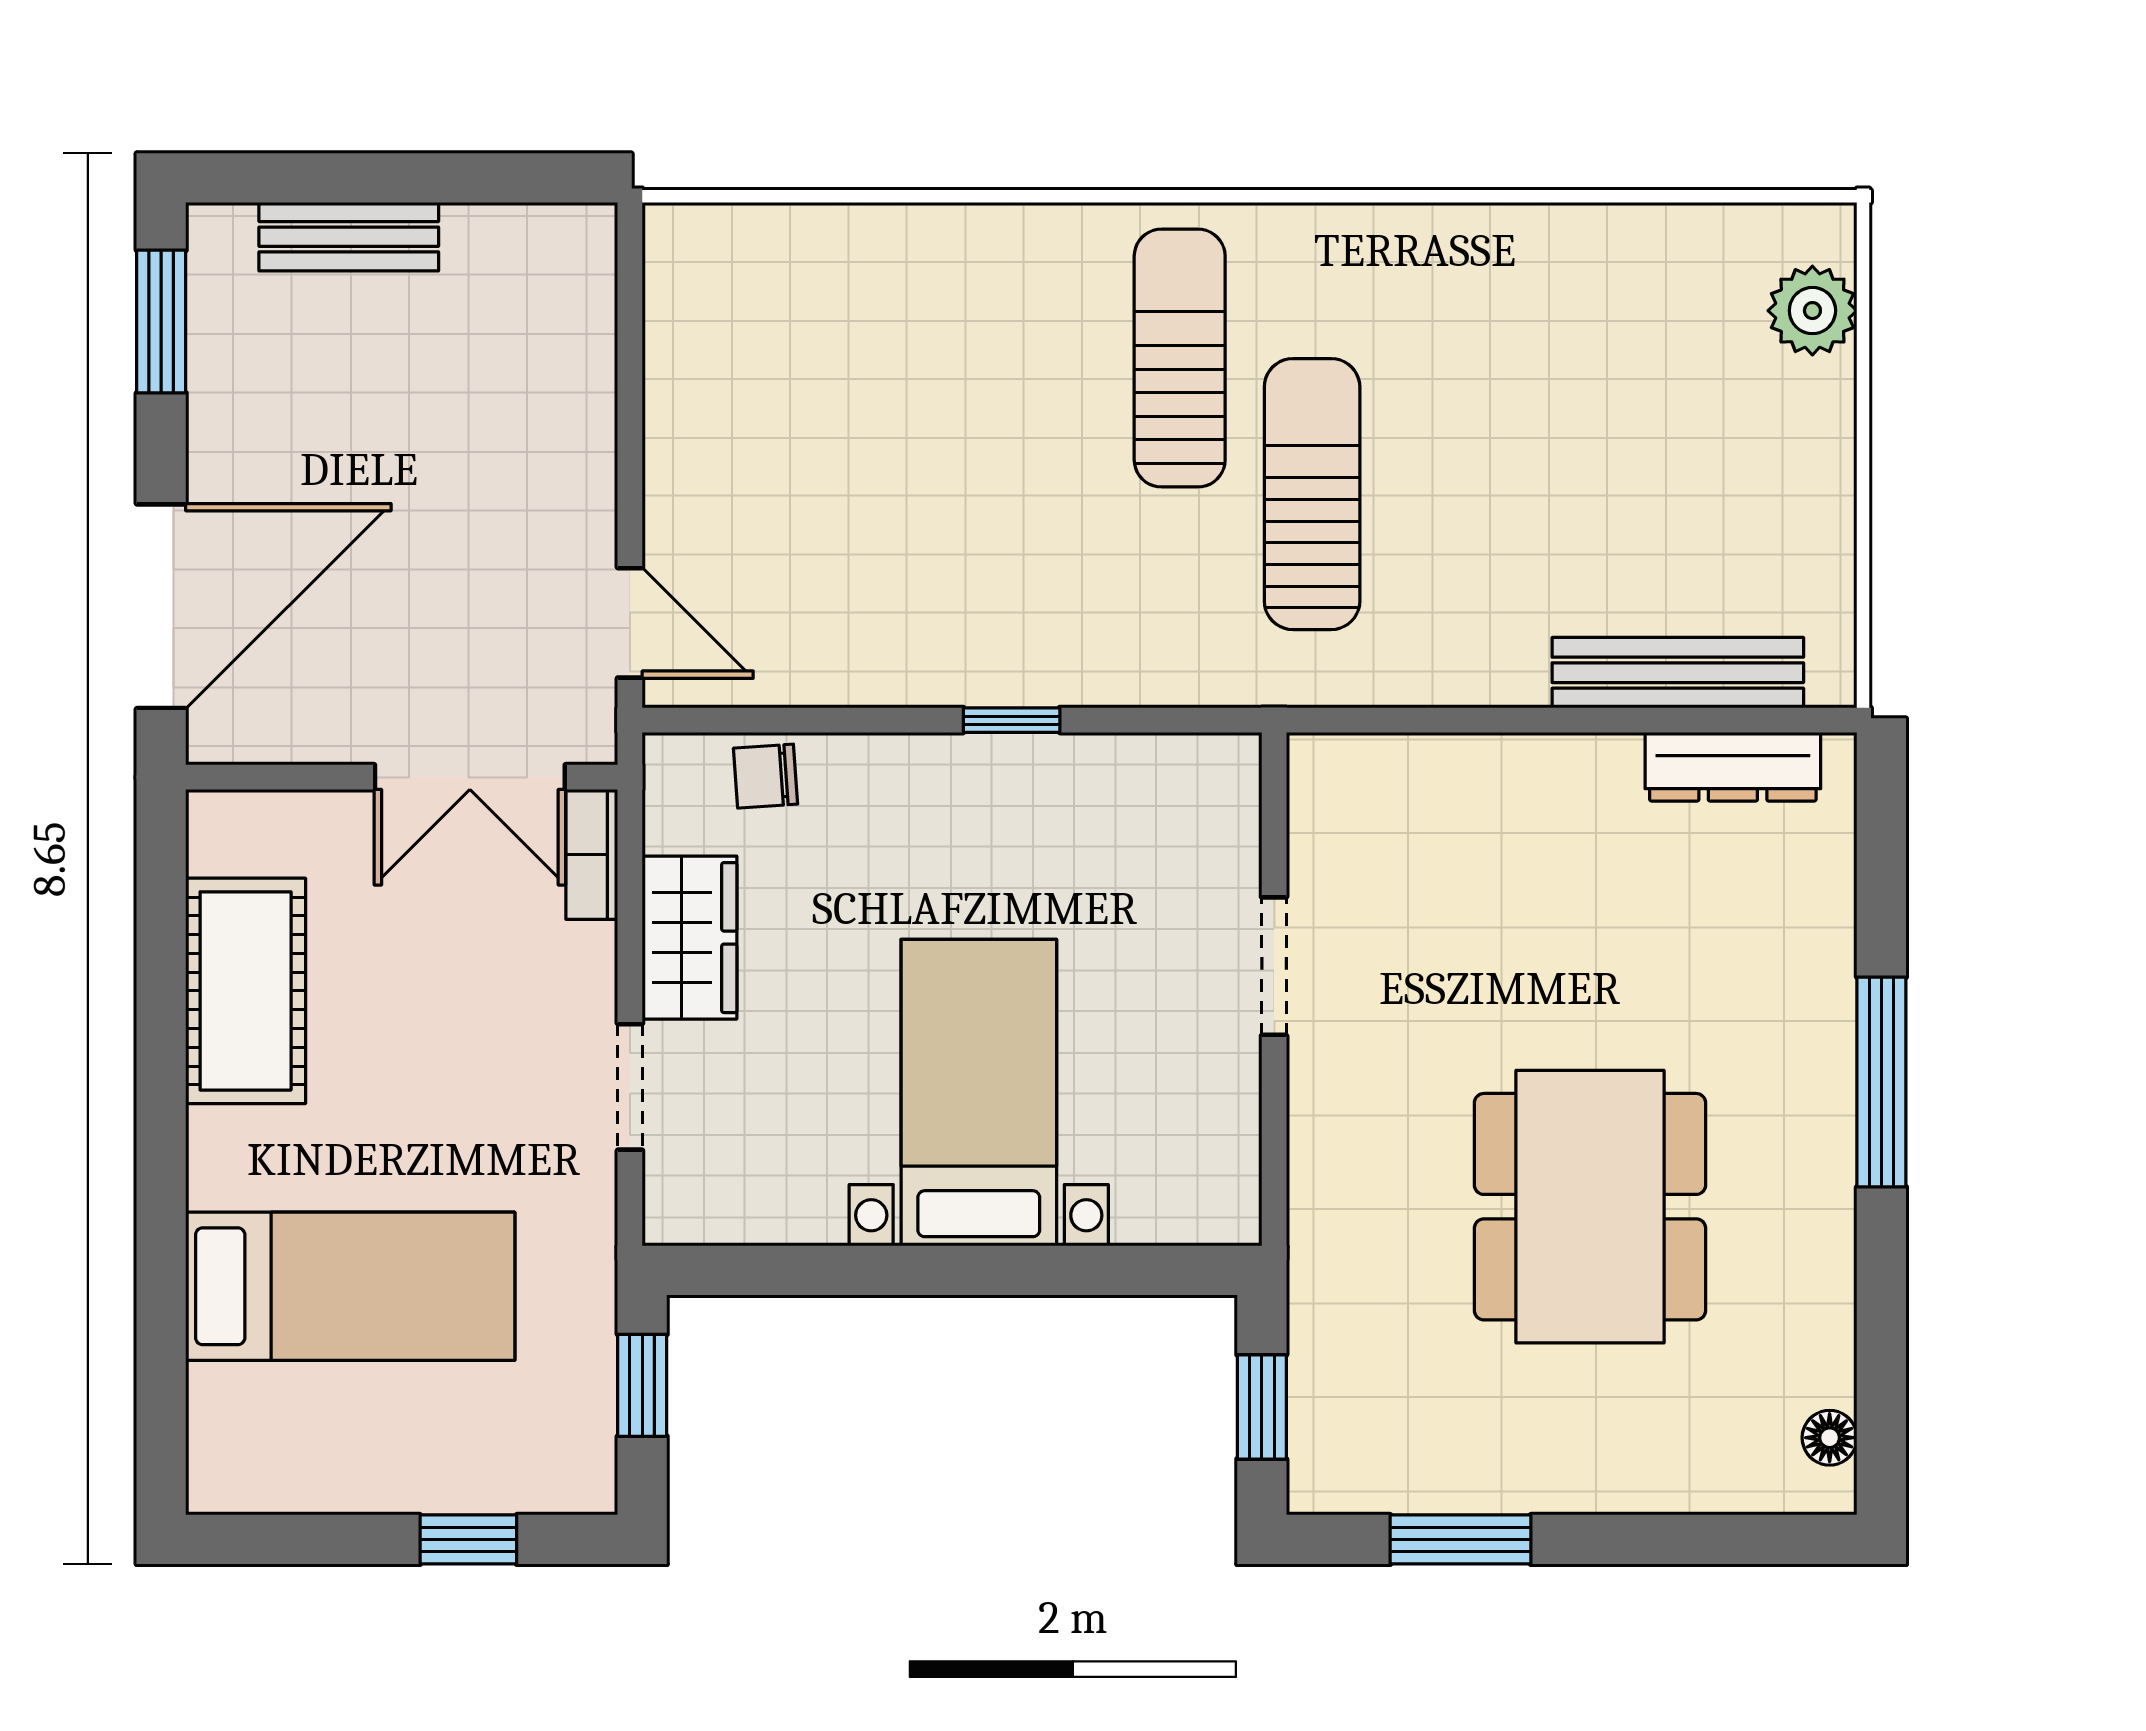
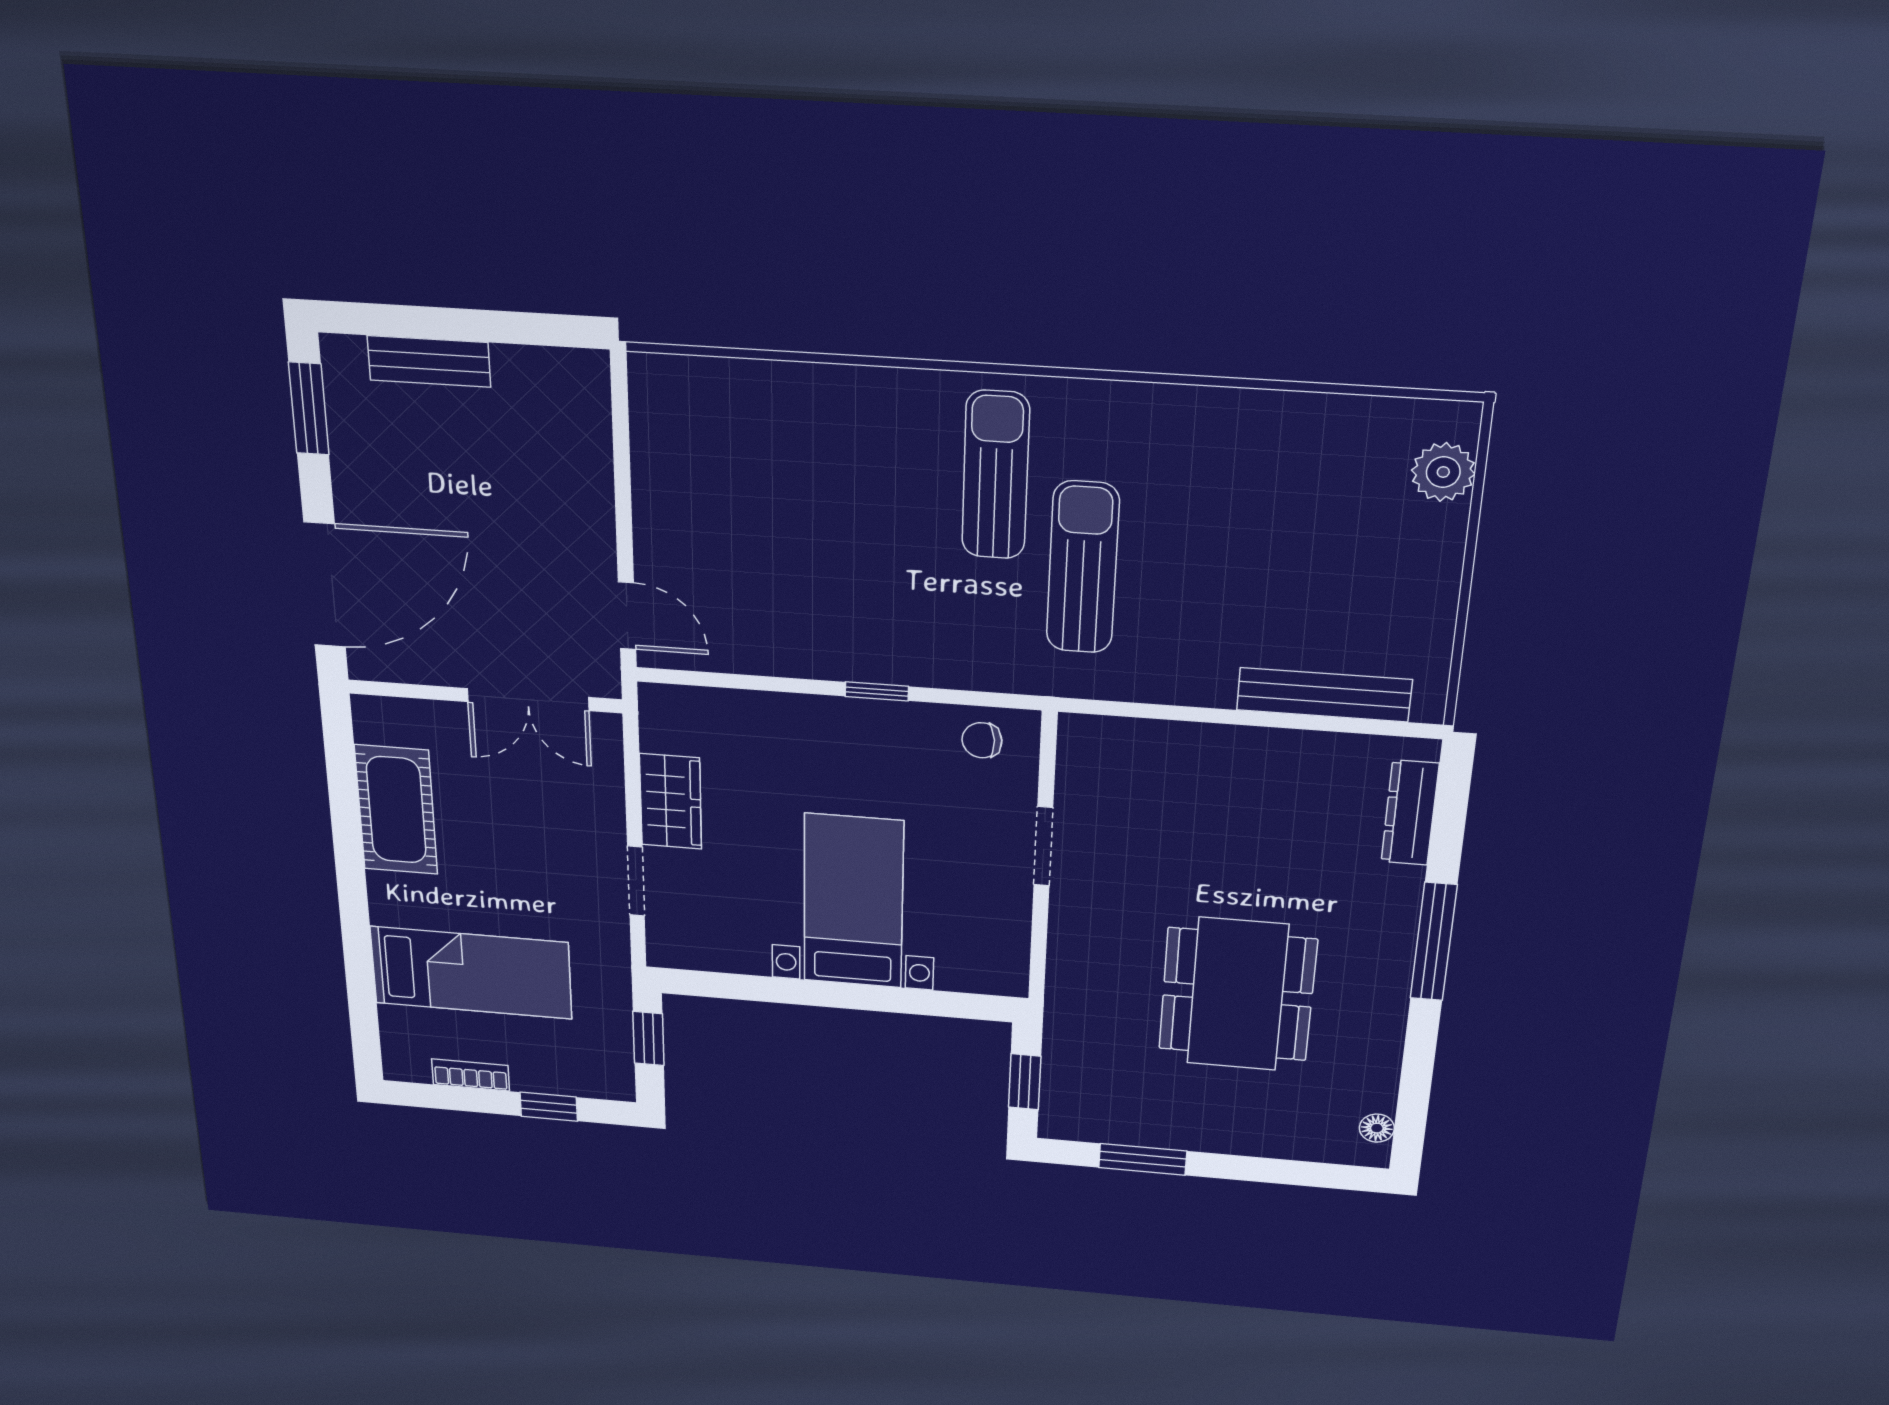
dresser: (1733, 767) -> (1410, 813), moved, turned 90
chair: (766, 776) -> (982, 740), moved
bookcase: (592, 854) -> (471, 1075), moved, turned 90

